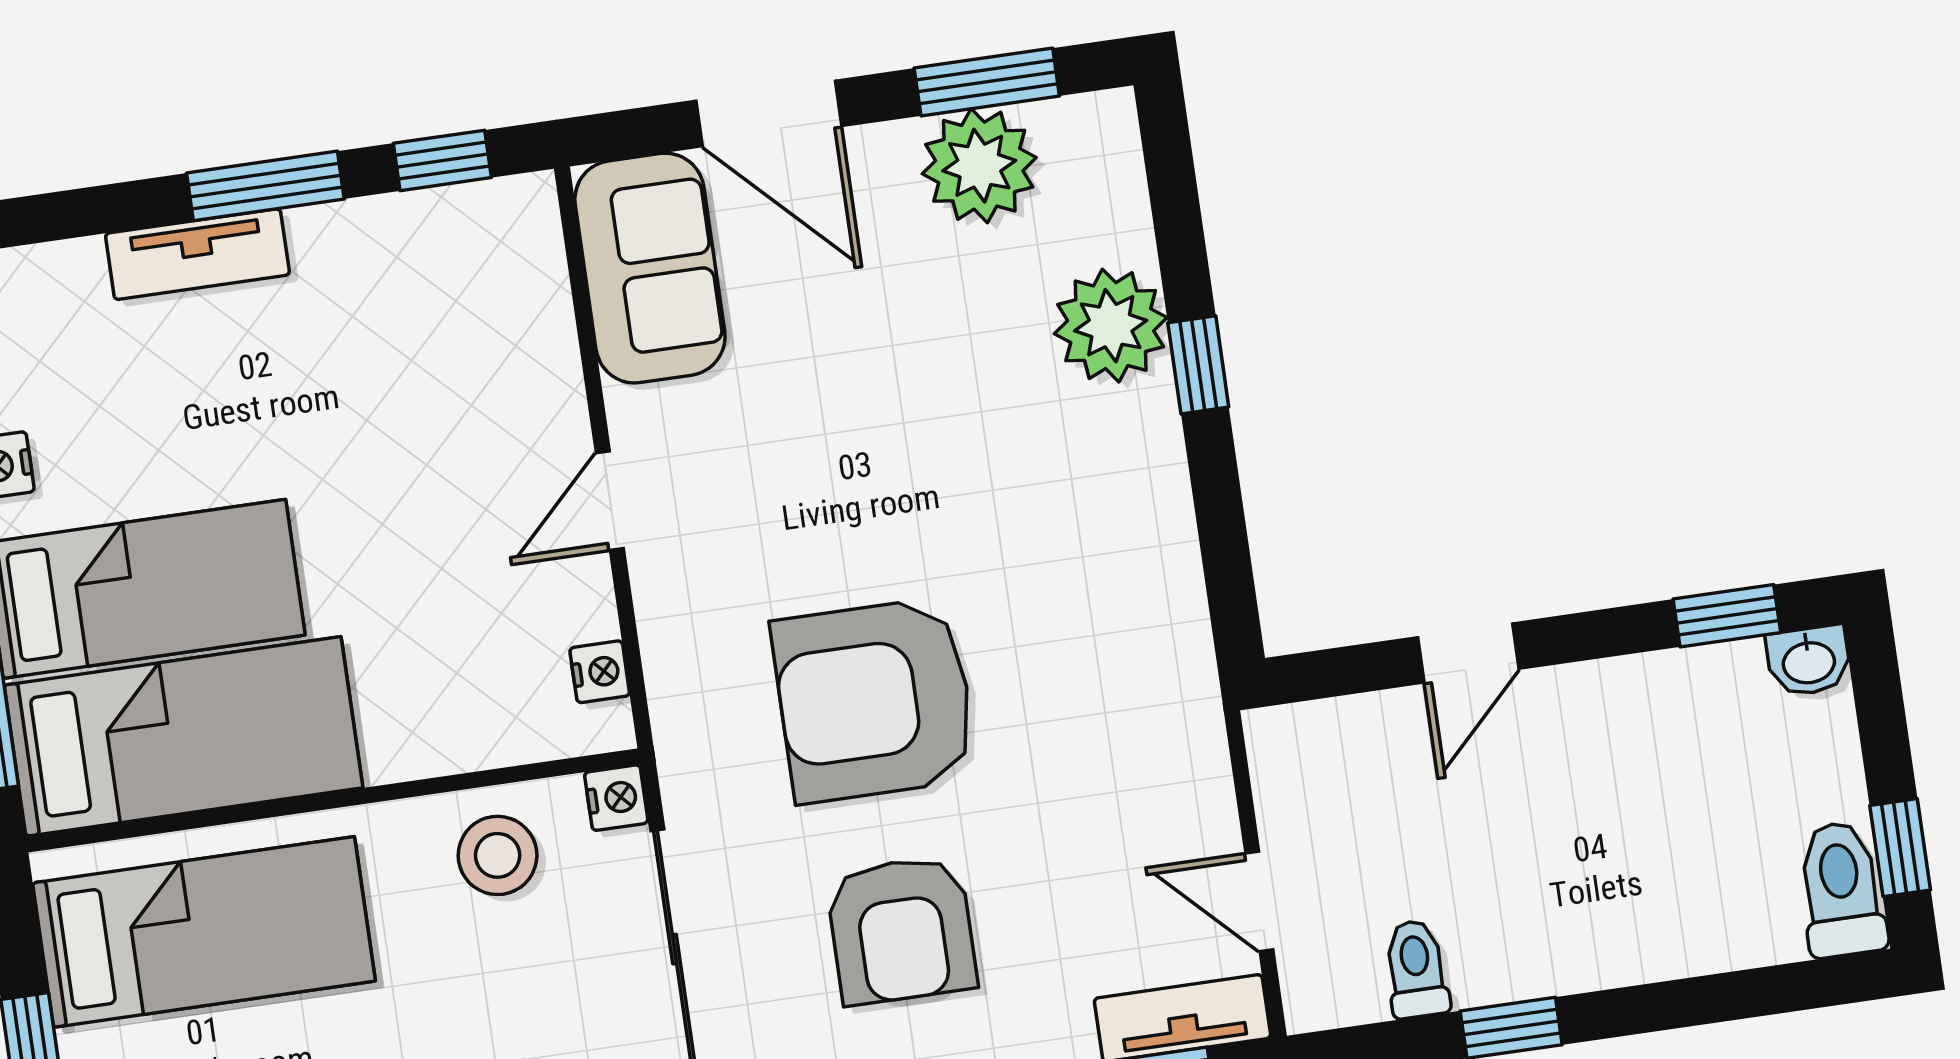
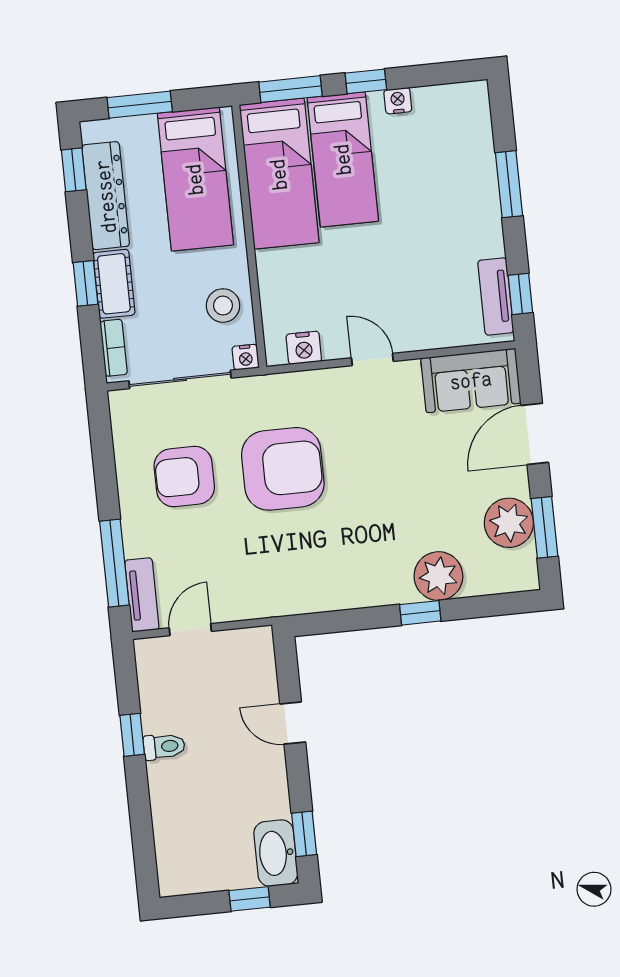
window: (265, 186) -> (509, 184), moved
tv unit: (197, 254) -> (496, 296), moved
washbasin: (1809, 661) -> (276, 853), width x1.91, depth x1.45
nightstand: (600, 672) -> (304, 348), width x1.39, depth x1.35
armchair: (874, 700) -> (283, 469), turned 90
window: (1900, 848) -> (250, 899), moved
toilet: (1841, 889) -> (186, 878), removed
toilet: (1416, 969) -> (164, 747), moved

